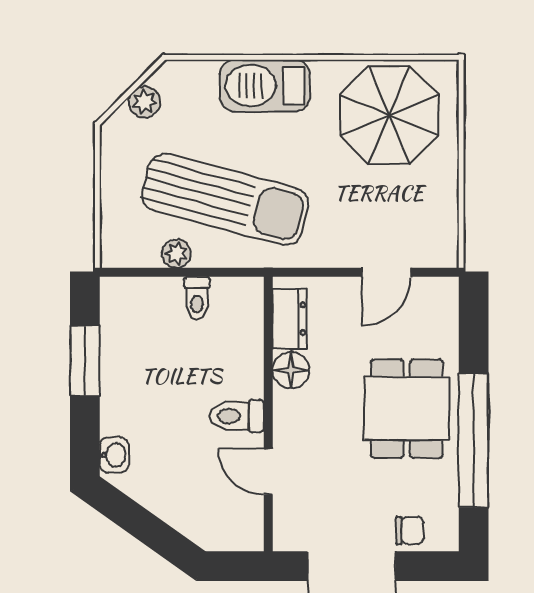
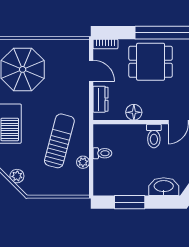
sun lounger: (225, 199) -> (59, 141), width x0.73, depth x0.75
bookcase: (448, 305) -> (105, 44), added
dresser: (290, 319) -> (100, 99), moved, turned 90
washbasin: (114, 455) -> (164, 187), width x1.91, depth x1.45

